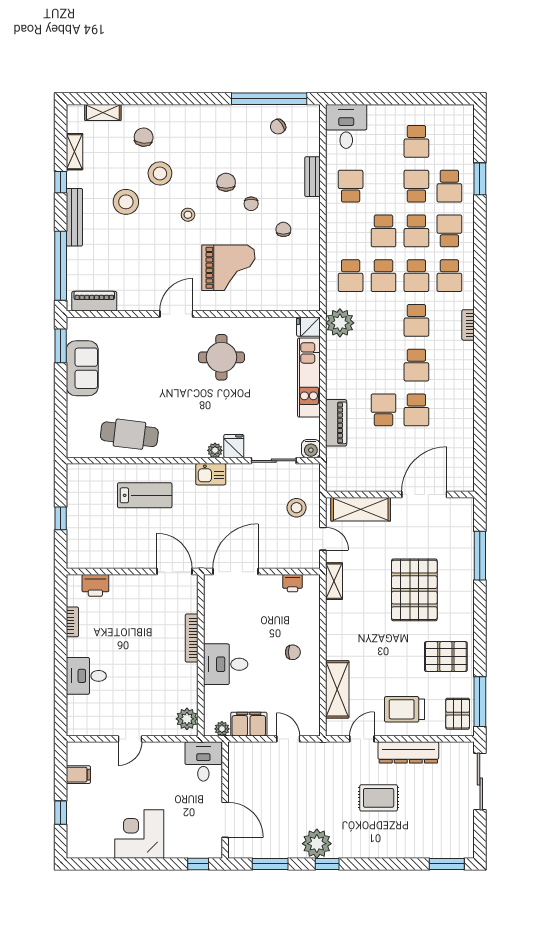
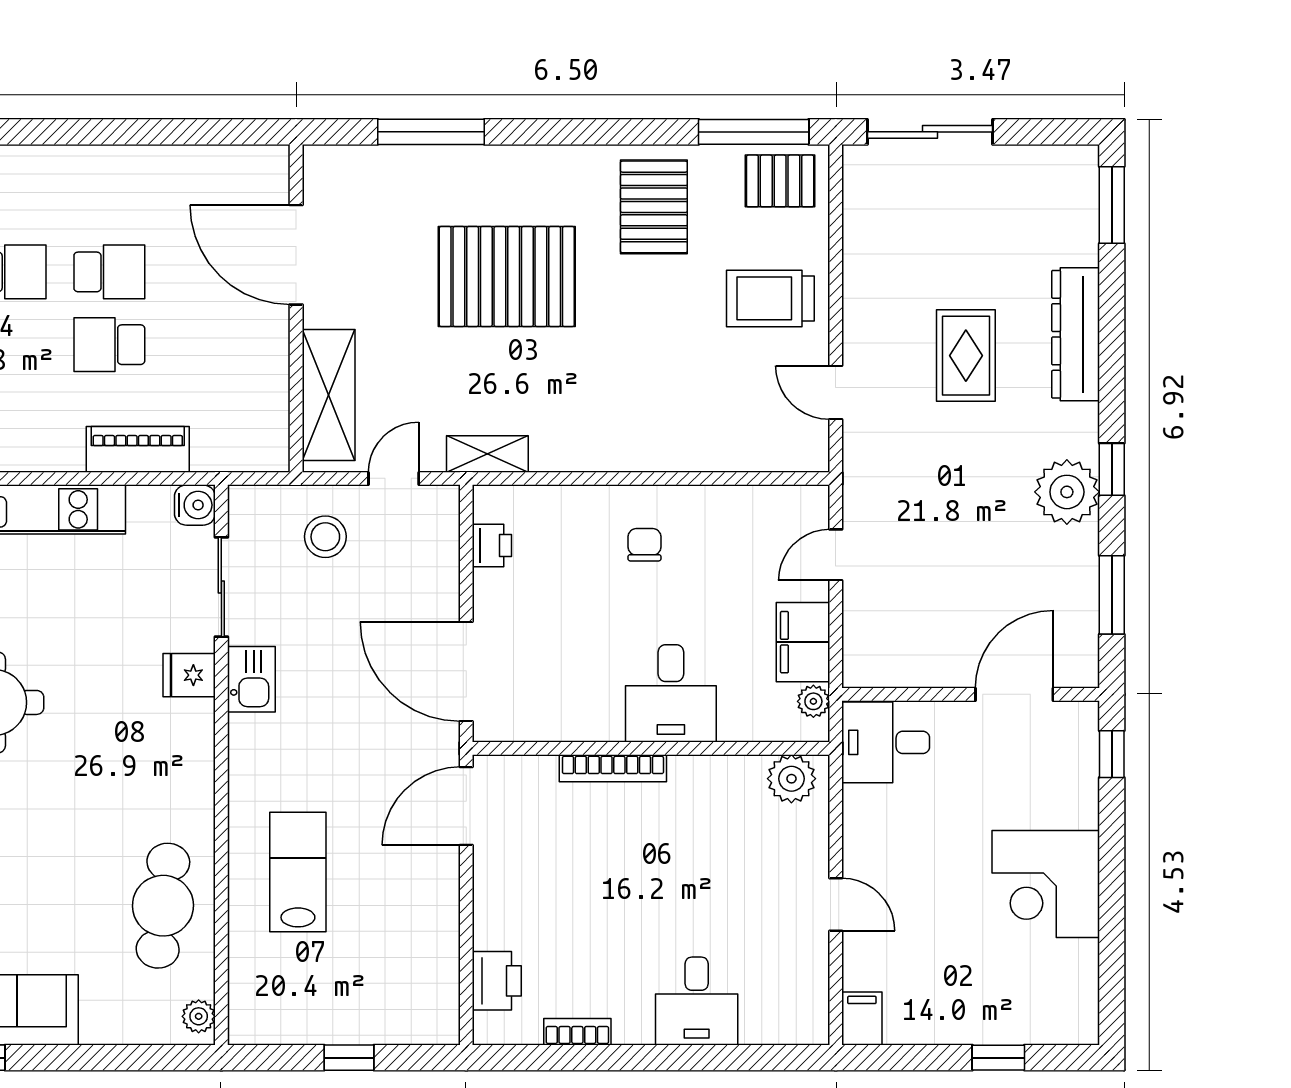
plant: (215, 450) -> (199, 1016), moved
kitchen sink: (211, 474) -> (251, 679), moved
shelving: (337, 689) -> (726, 447), removed
trolley: (404, 709) -> (770, 298), turned 90
dresser: (408, 752) -> (1076, 334), moved, turned 180
filing cabinet: (78, 775) -> (862, 1019), moved

